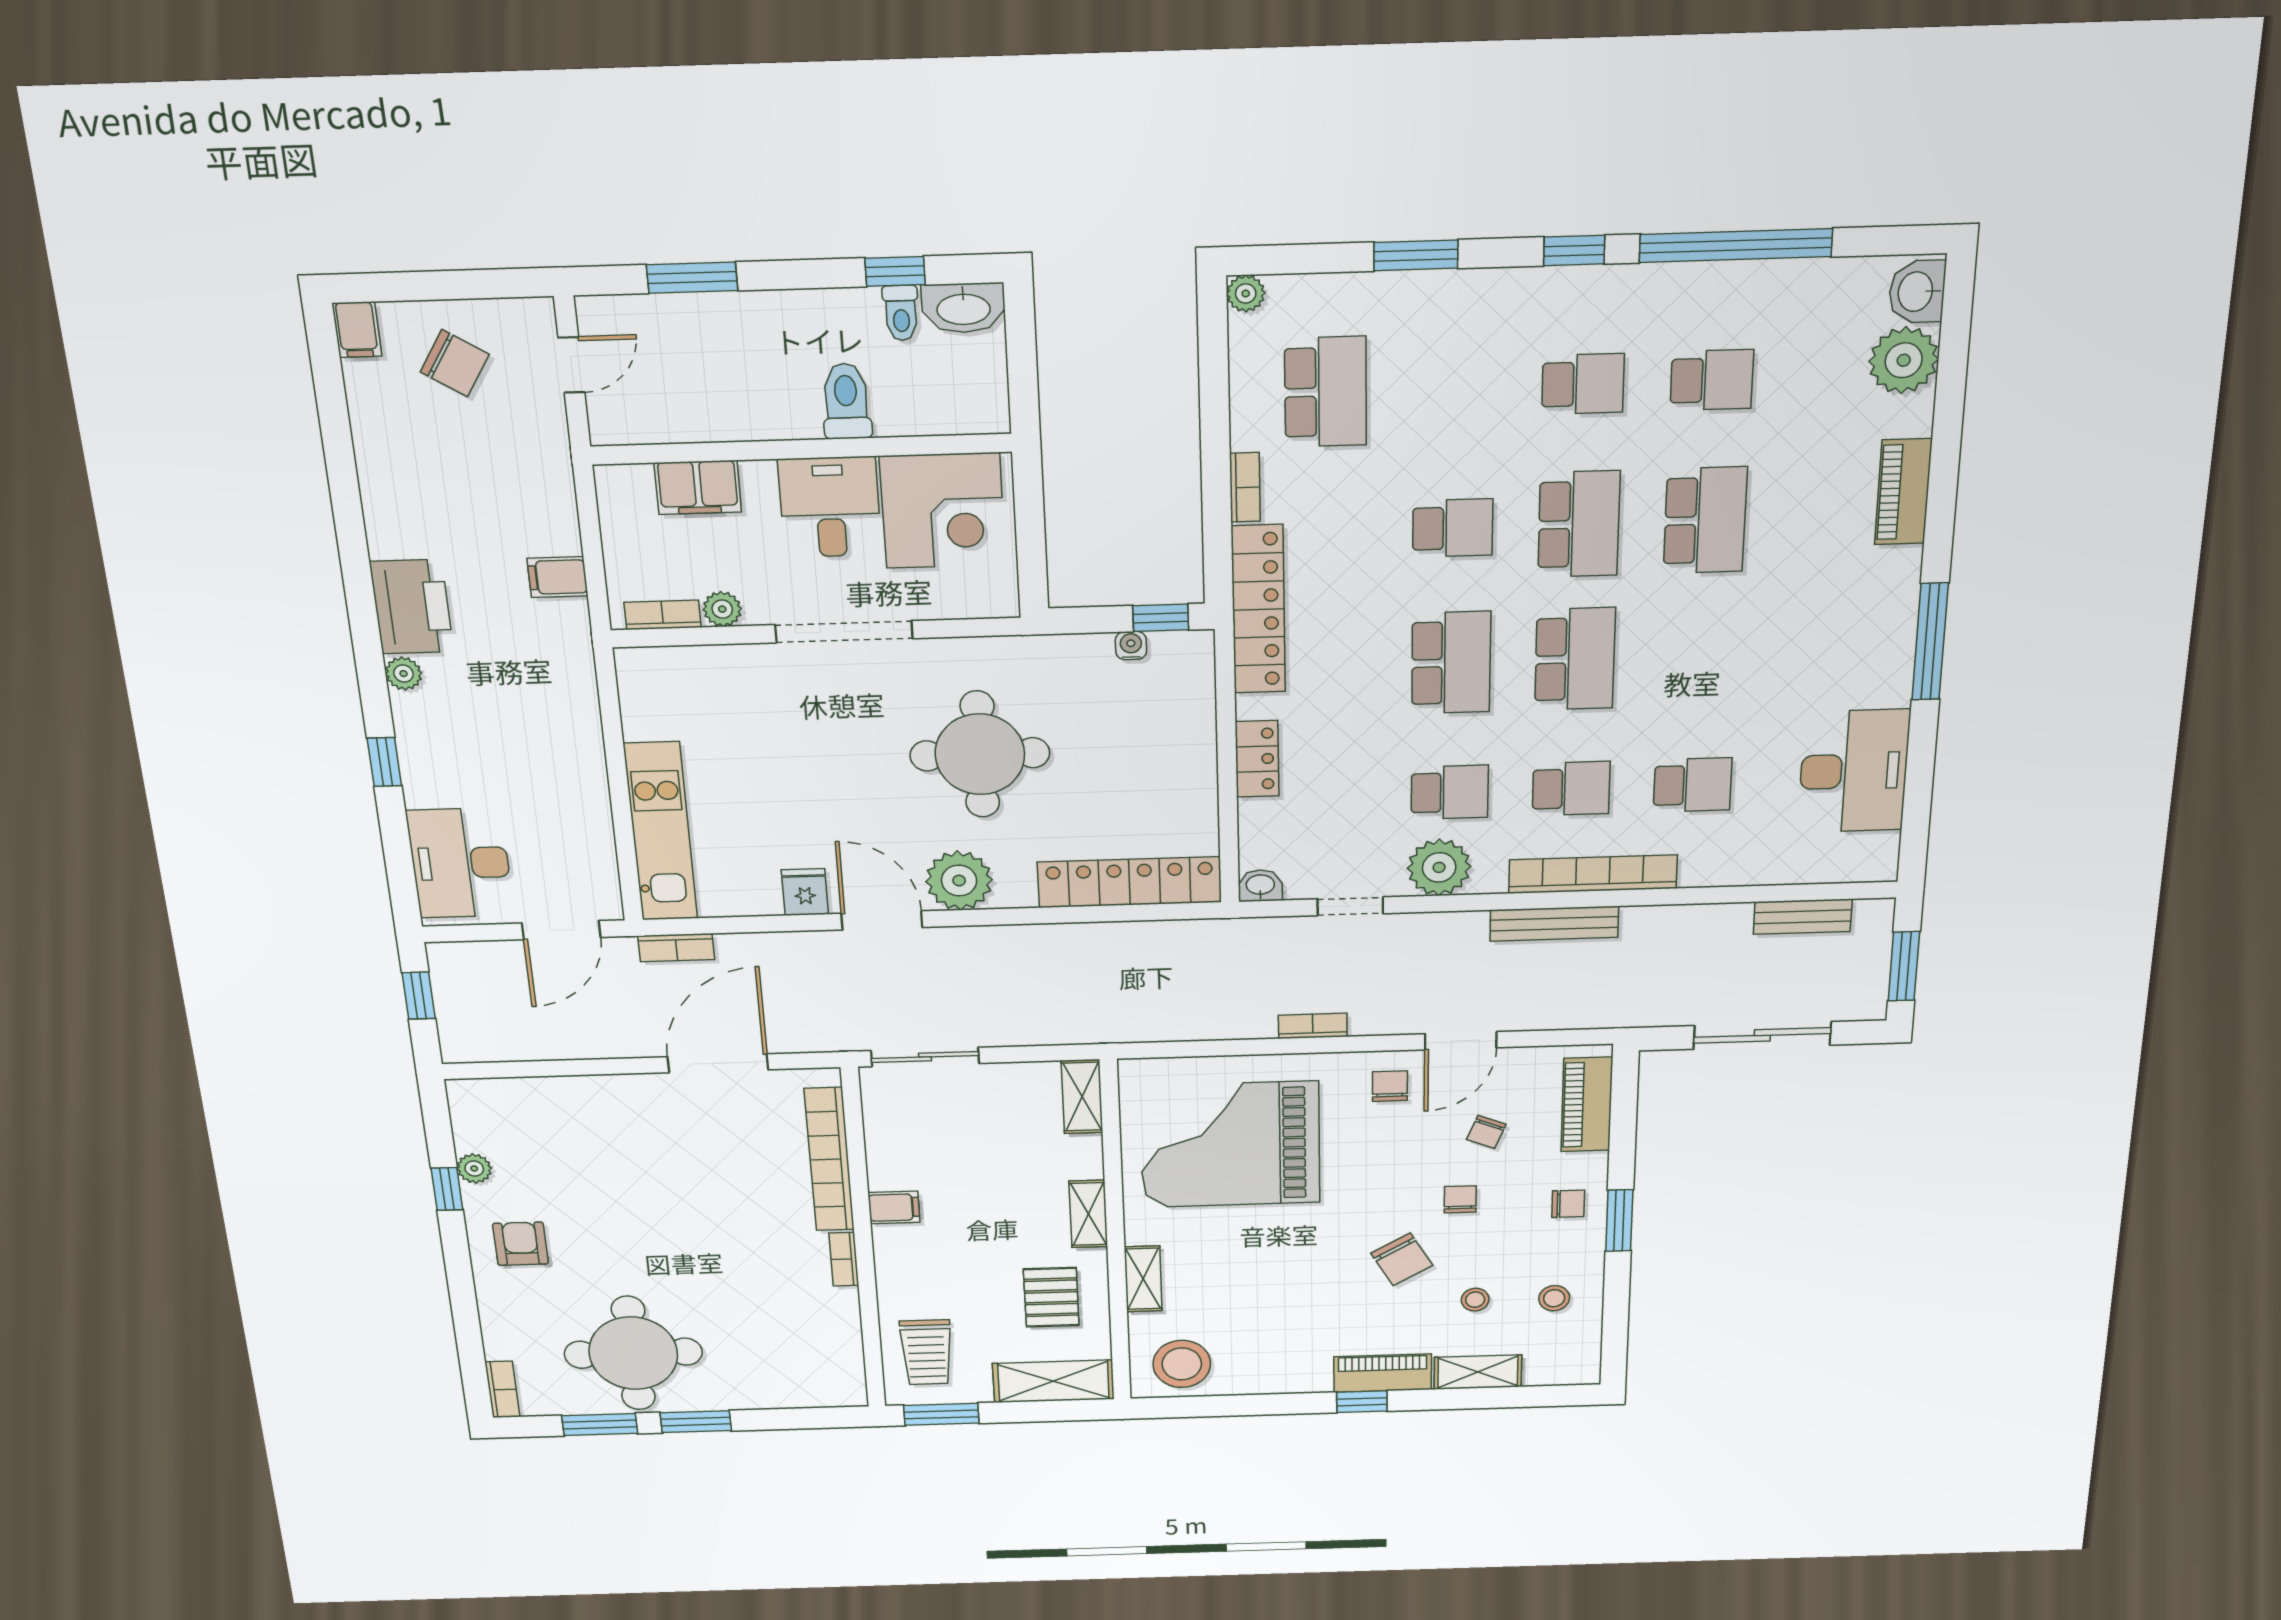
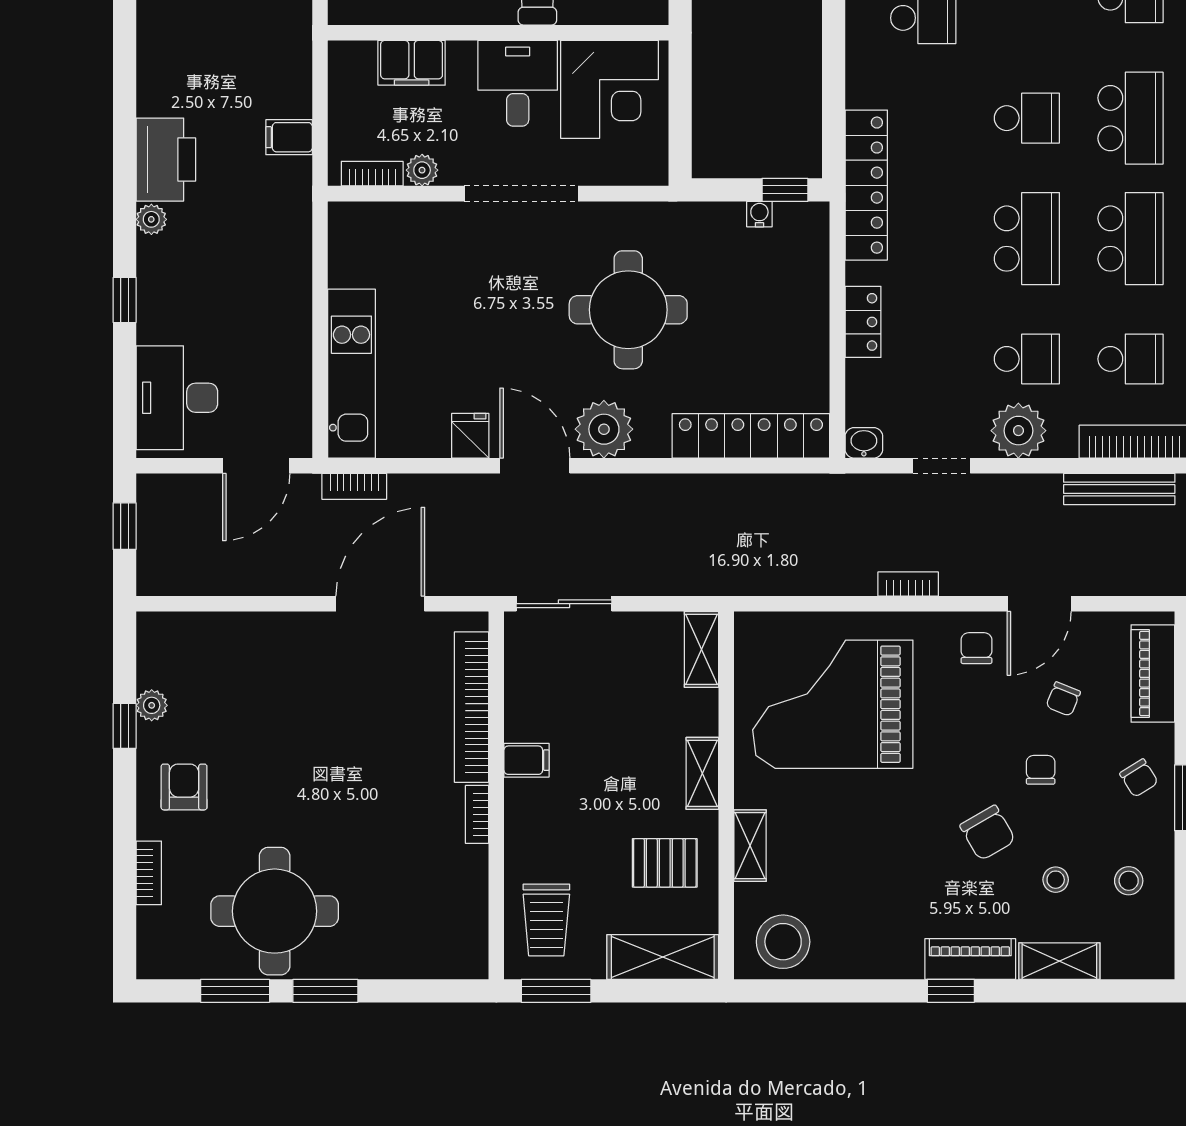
bookcase: (1245, 487) -> (857, 77), removed
chair: (1568, 1204) -> (1139, 778), turned 58
pallet: (1051, 1297) -> (665, 863), turned 90
bookcase: (502, 1389) -> (149, 873), moved

